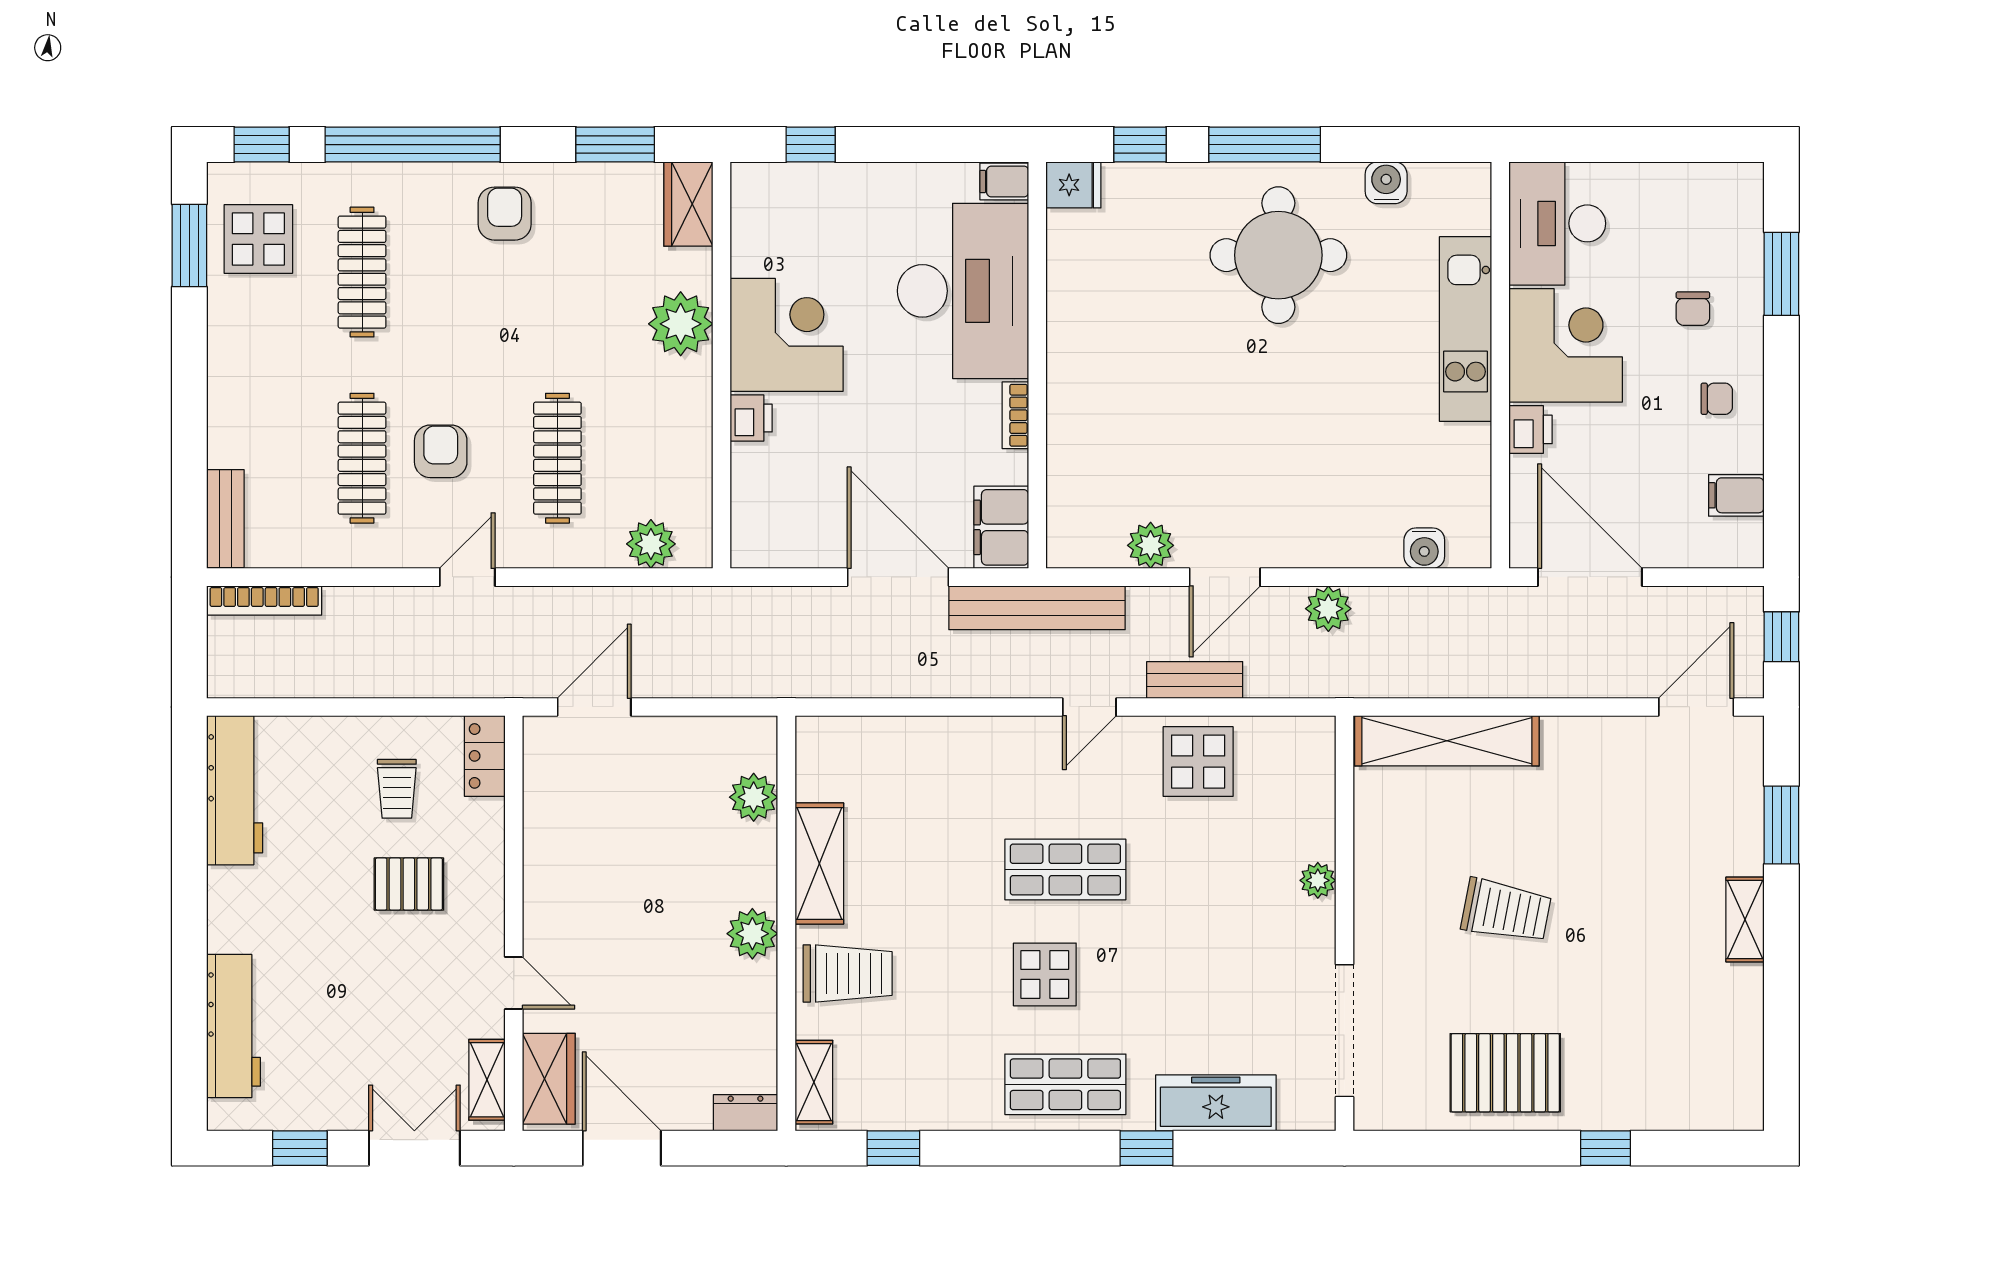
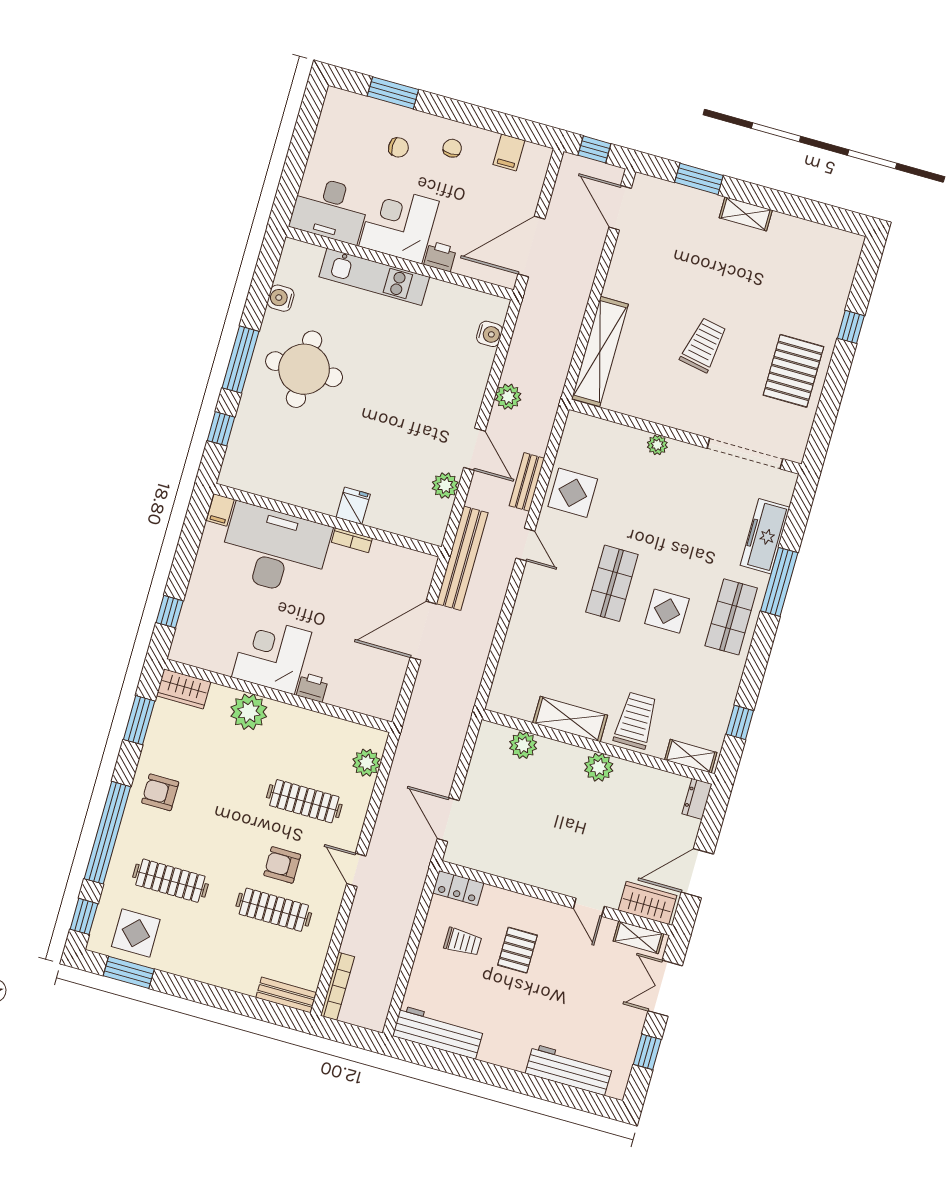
fridge: (1073, 185) -> (353, 506), moved
filing cabinet: (1001, 527) -> (412, 566), removed
door: (514, 983) -> (589, 907), swing flipped
window: (1146, 1148) -> (779, 582), width x2.17

